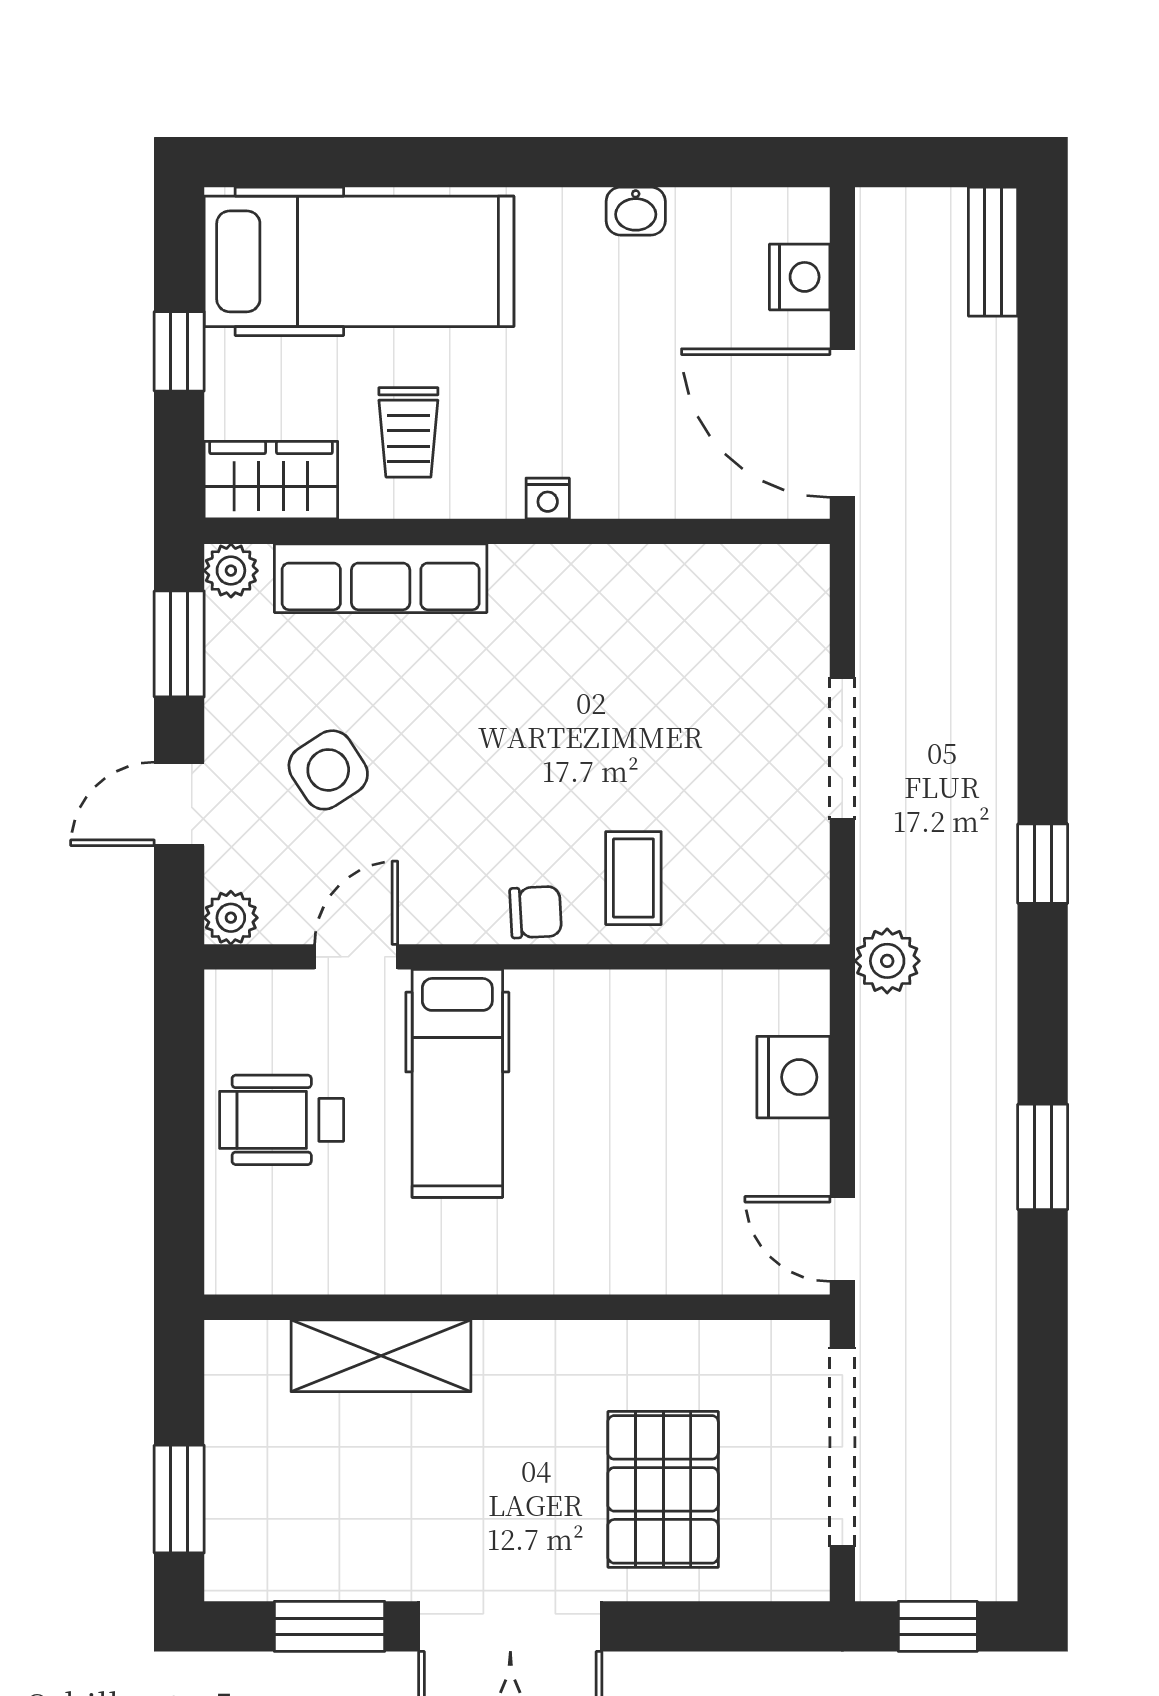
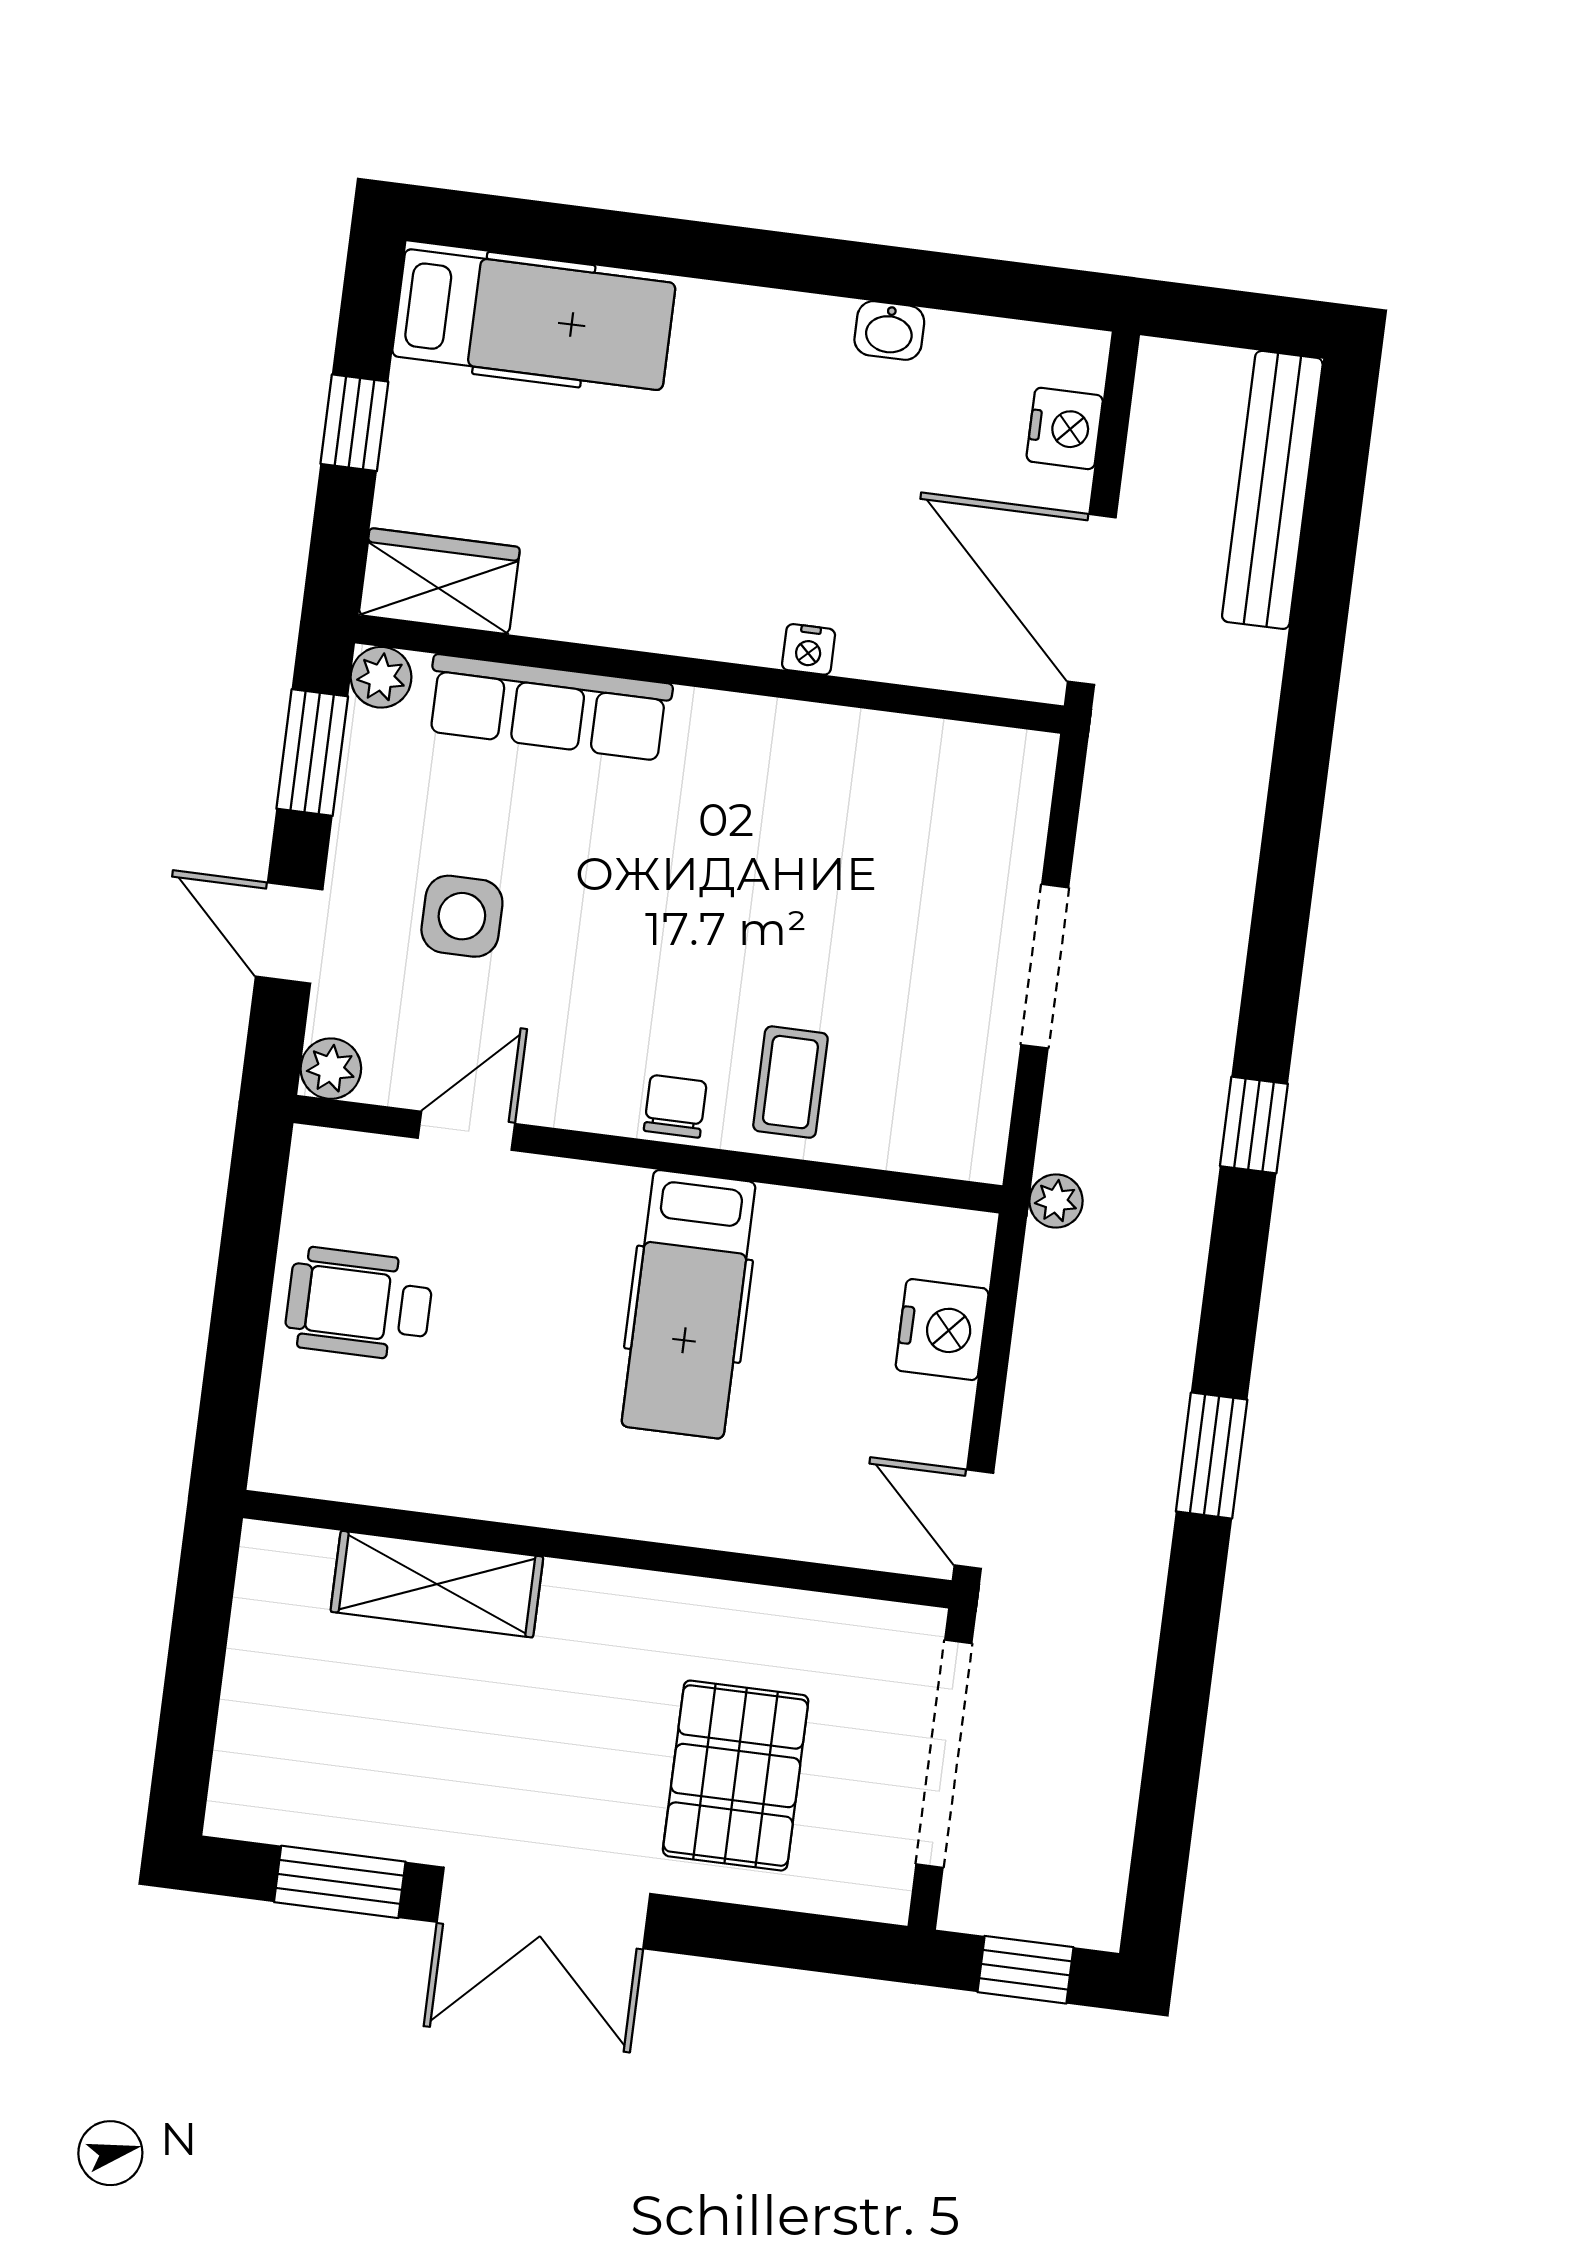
bench: (993, 252) -> (1272, 490), width x1.86, depth x1.21
hospital bed: (359, 261) -> (534, 320), width x0.73, depth x0.78
trolley: (408, 432) -> (601, 547), removed
nightstand: (548, 498) -> (809, 649), moved
side table: (328, 770) -> (462, 916), turned 33
door: (179, 804) -> (289, 933), hinge flipped
chair: (536, 912) -> (675, 1106), turned -87
plant: (887, 961) -> (1056, 1201), width x0.73, depth x0.73
hospital bed: (457, 1083) -> (689, 1304), moved
window: (179, 1499) -> (189, 1717), removed

